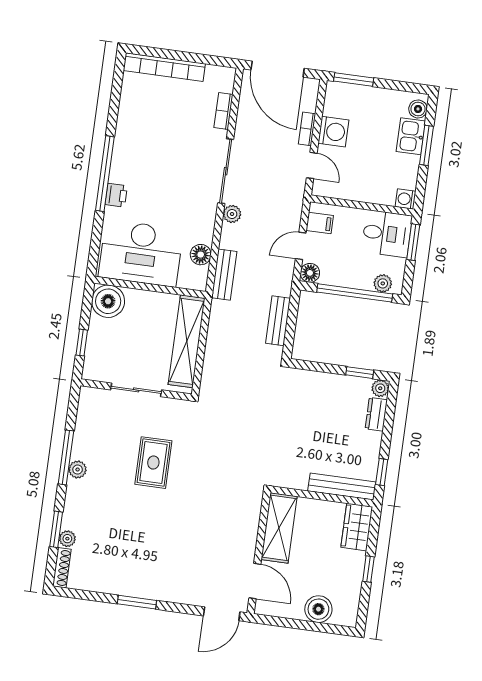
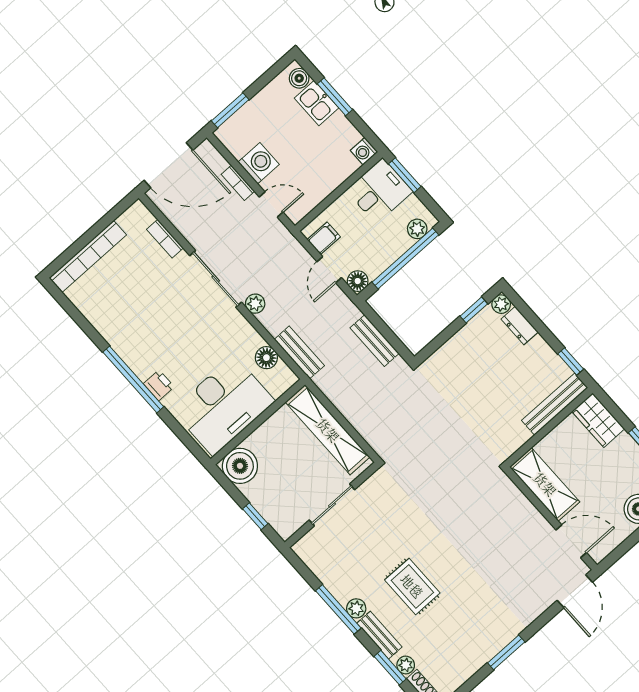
rug: (153, 463) -> (412, 586), moved
bench: (73, 502) -> (379, 635), added

